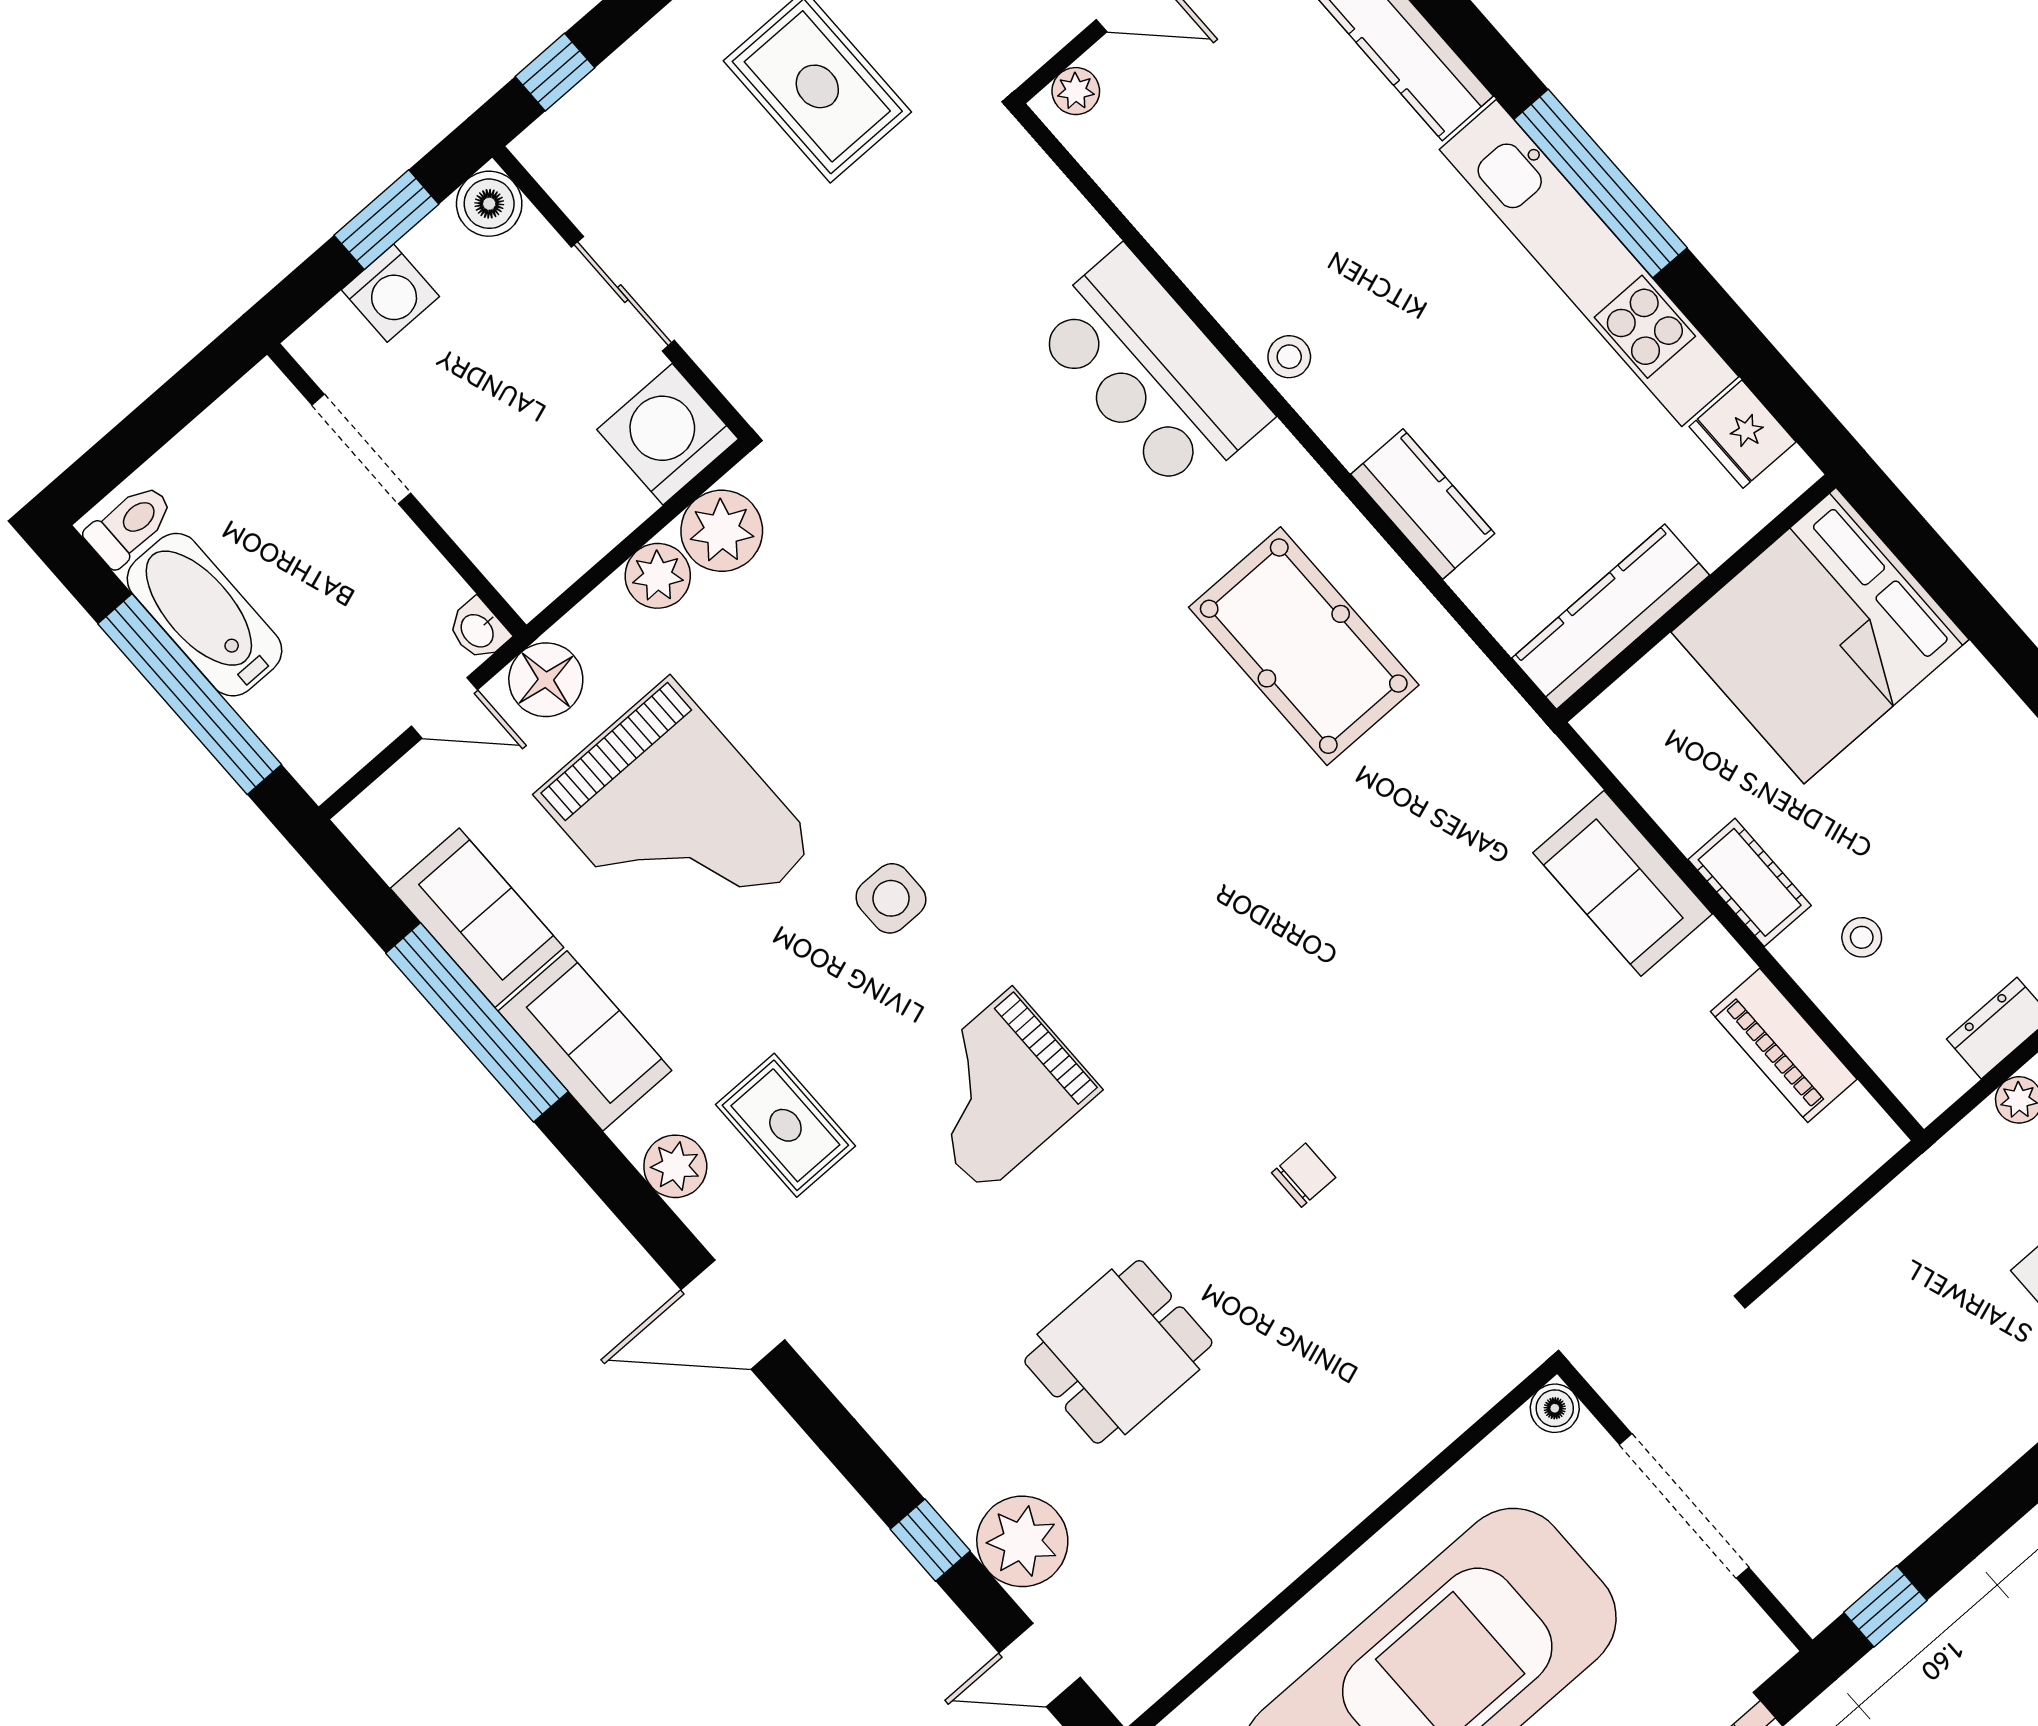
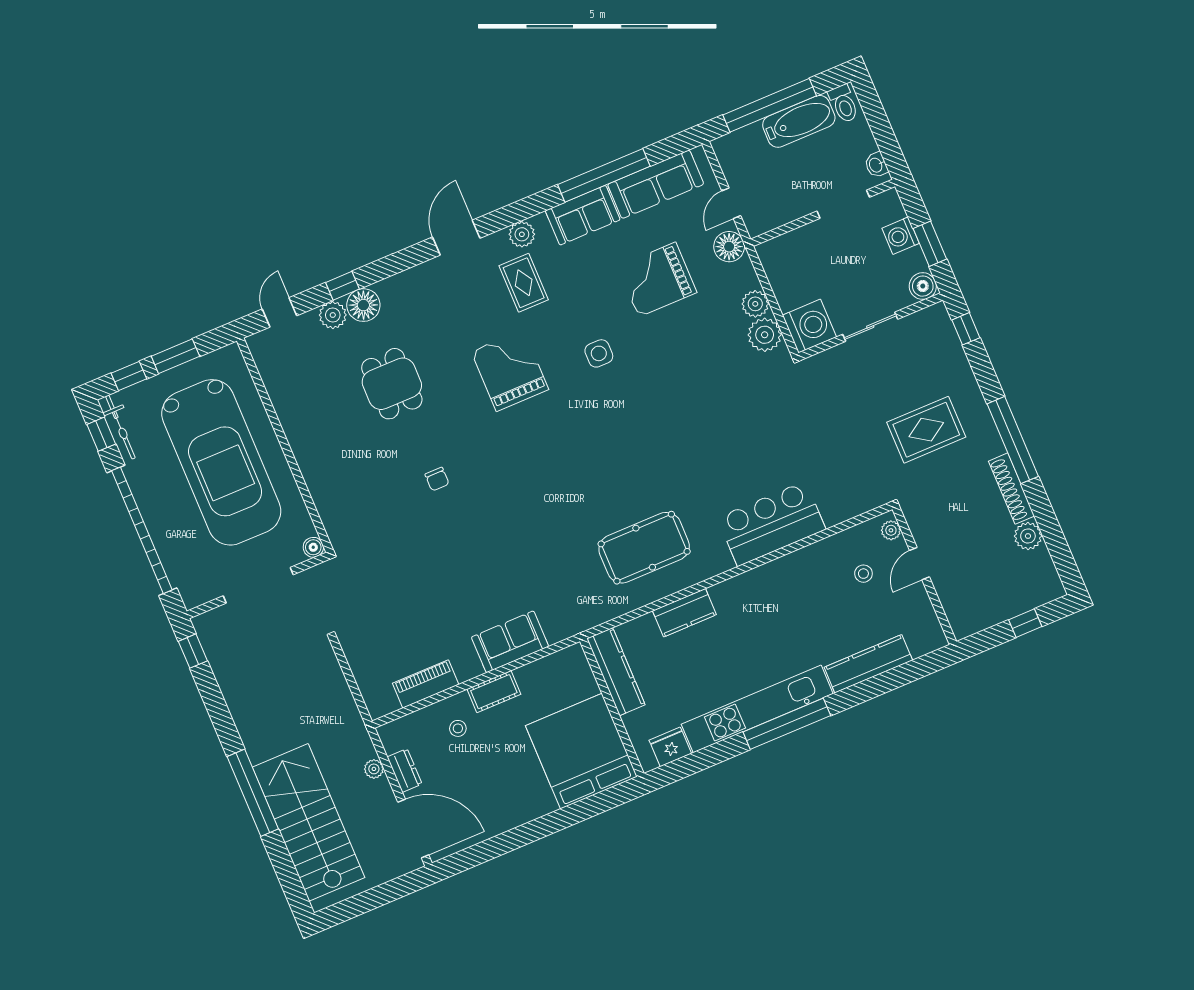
stool: (1289, 357) -> (863, 574), moved
washbasin: (478, 630) -> (876, 165), moved, turned -90
grand piano: (677, 820) -> (657, 280), width x0.73, depth x0.68
sofa: (477, 918) -> (656, 184), width x1.36
rug: (785, 1125) -> (524, 283), turned 90
floor lamp: (959, 1477) -> (363, 305), added
plant: (1022, 1541) -> (333, 315), width x0.73, depth x0.73

